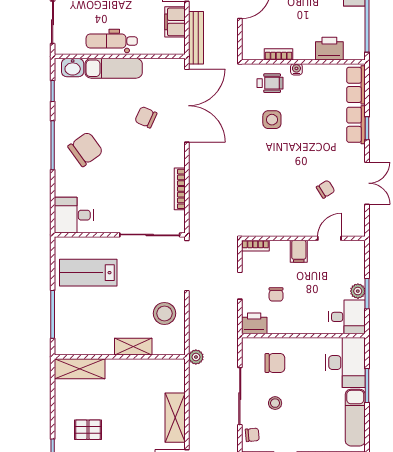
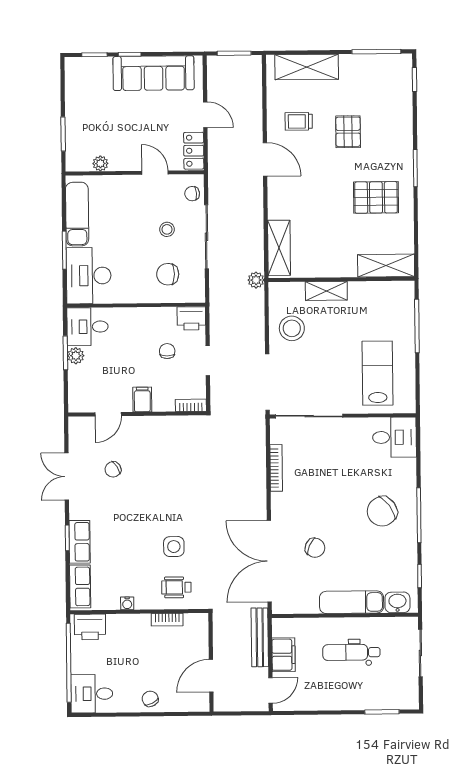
dental chair: (112, 41) -> (351, 652), moved, turned 180
printer: (329, 49) -> (90, 627), moved
water cooler: (296, 69) -> (127, 603), moved
lab bench: (88, 273) -> (378, 373), turned -90
shelving: (175, 418) -> (279, 248), moved
pallet: (88, 430) -> (376, 197), width x1.50, depth x1.42

